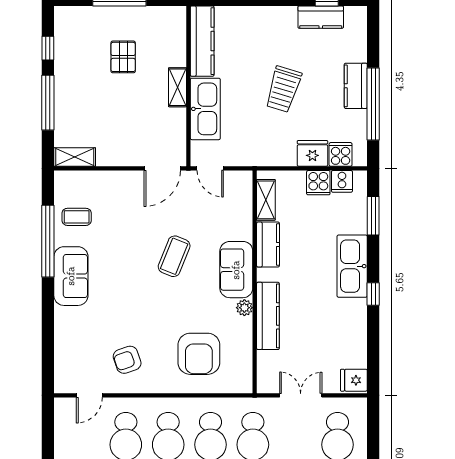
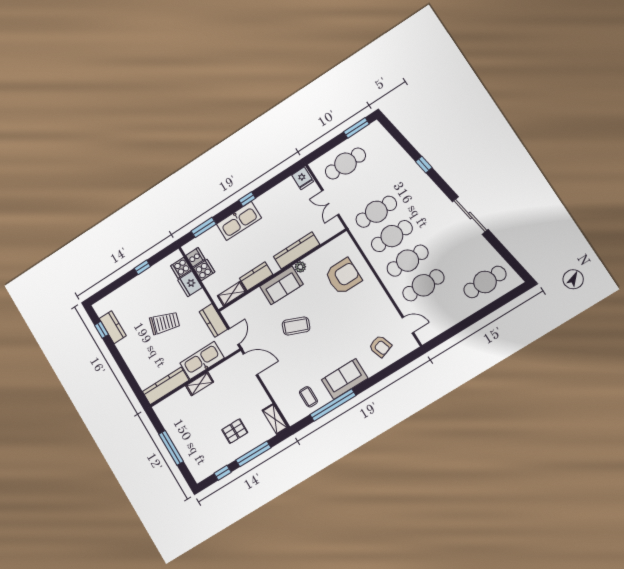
pallet: (123, 57) -> (235, 431), moved
kitchen counter: (356, 86) -> (213, 320), moved, turned 90
window: (373, 104) -> (142, 267), width x0.32
armchair: (127, 360) -> (380, 346), moved

